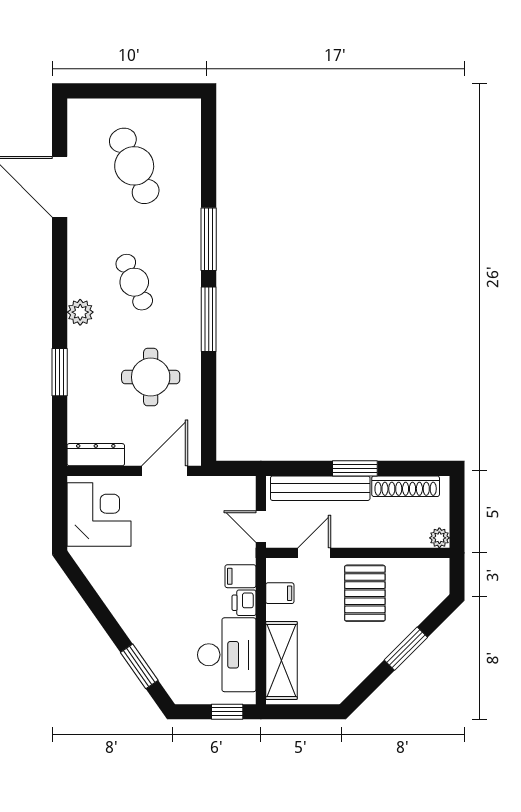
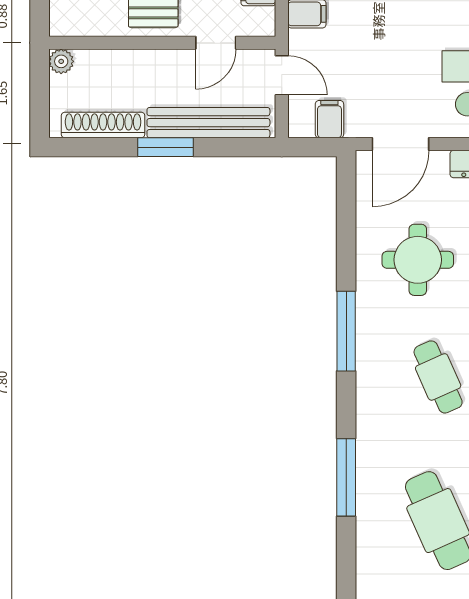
window: (209, 239) -> (346, 477), moved
filing cabinet: (222, 491) -> (329, 119), added

